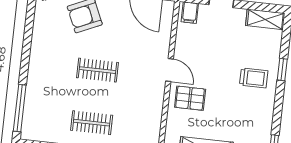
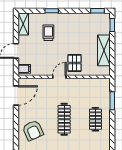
clothes rail: (97, 70) -> (64, 119), width x1.36
trolley: (254, 78) -> (48, 33), moved

